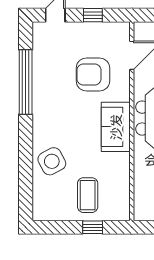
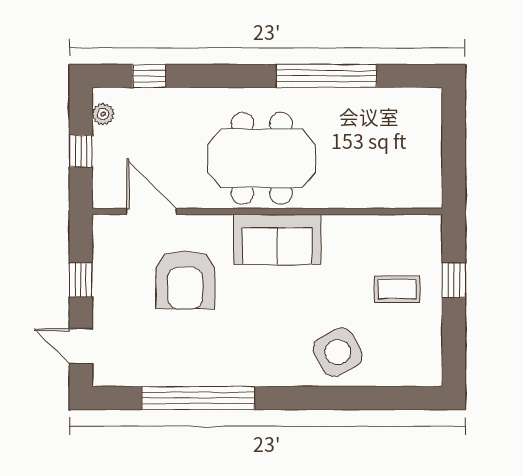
coffee table: (88, 195) -> (397, 289), width x0.73, depth x0.77

